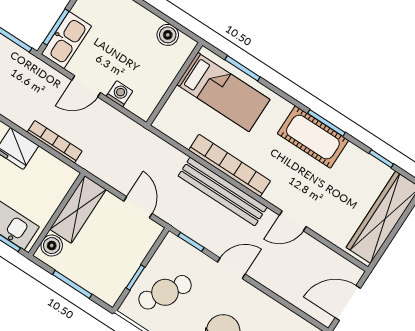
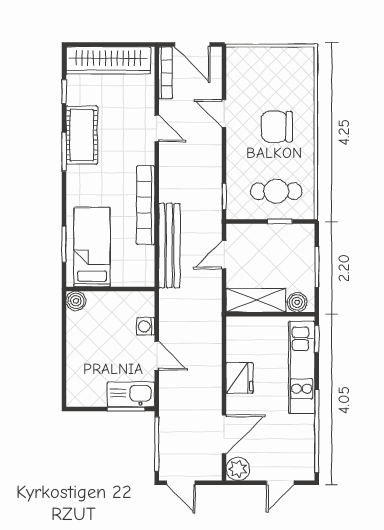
boiler: (168, 35) -> (76, 301), moved
cot: (313, 137) -> (82, 135), moved
bookcase: (55, 142) -> (165, 73), moved, turned 180
bench: (223, 192) -> (169, 246), moved
door: (231, 268) -> (224, 114), moved
cafe table: (165, 292) -> (276, 191), turned -33

